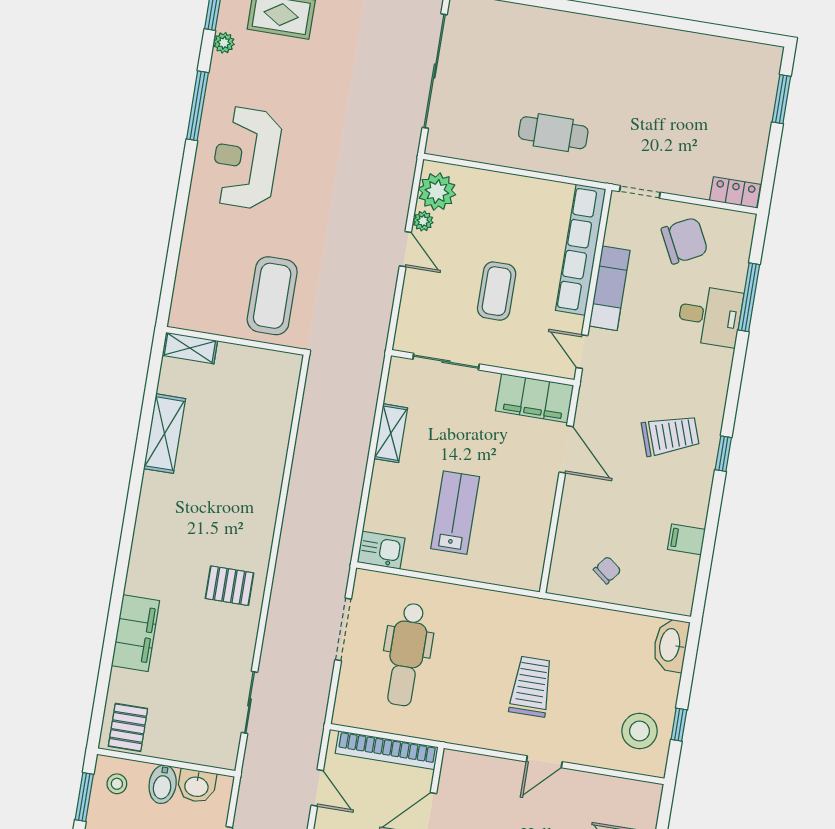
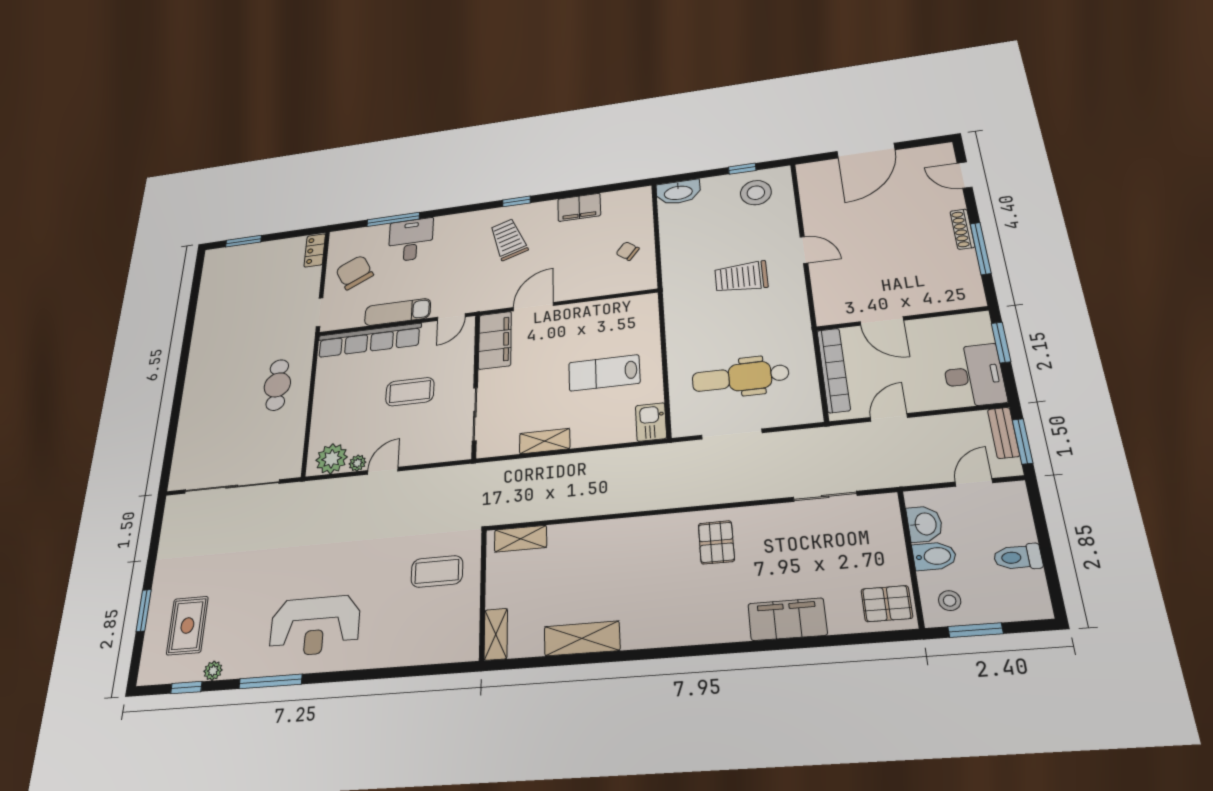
coffee table: (272, 296) -> (437, 571), width x0.73, depth x0.76
shelving: (285, 389) -> (520, 539), added
filing cabinet: (686, 539) -> (579, 207), width x2.00
dental chair: (407, 654) -> (740, 377), turned 180

